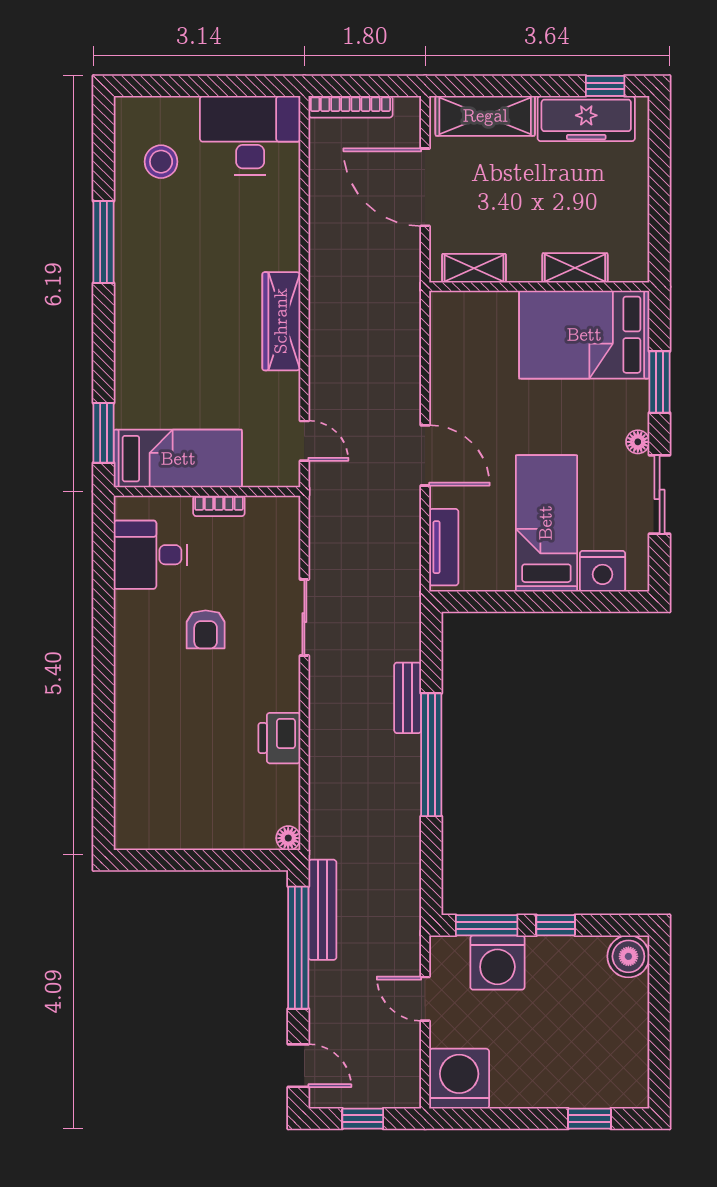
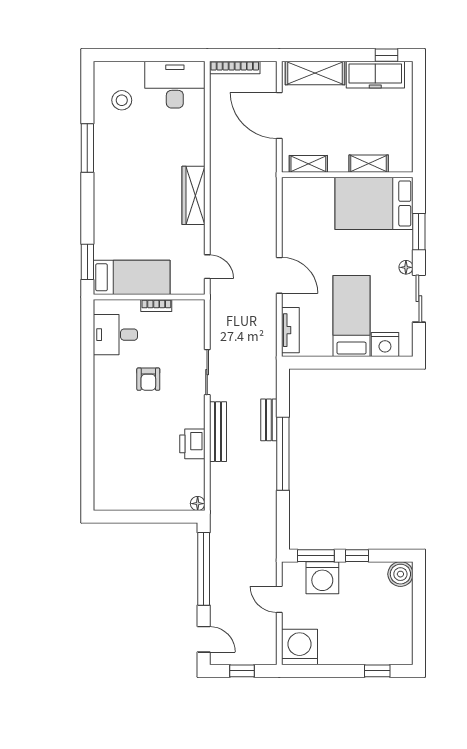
bench: (322, 910) -> (218, 432), moved

